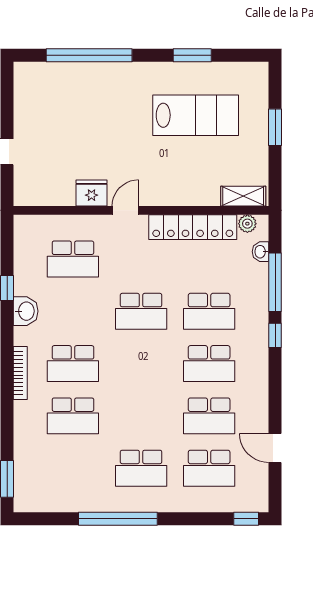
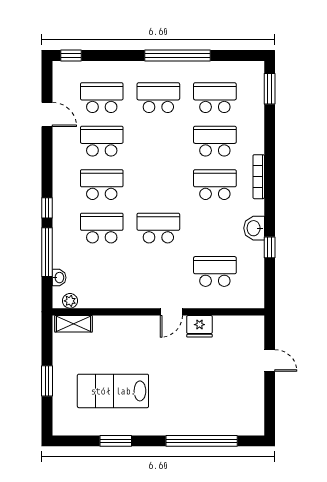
locker: (193, 227) -> (115, 298), removed
school desk: (73, 468) -> (215, 98), added

